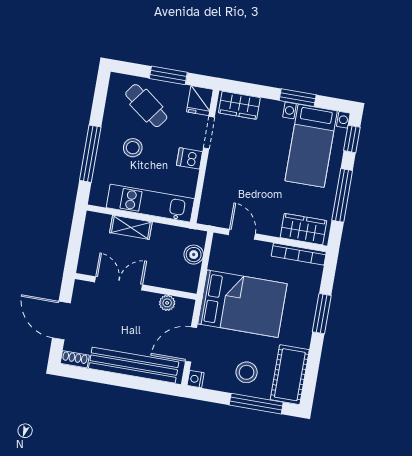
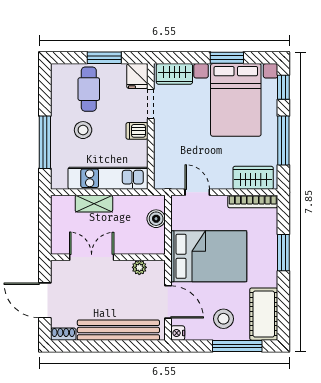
cafe table: (146, 106) -> (89, 89), turned 53
bed with nightstands: (311, 146) -> (236, 100), width x1.36
door: (191, 345) -> (168, 302), swing flipped

